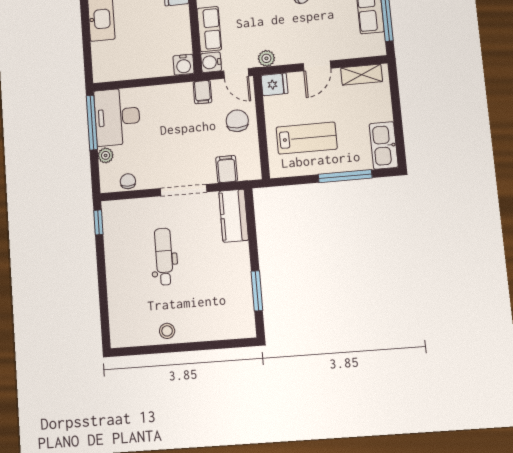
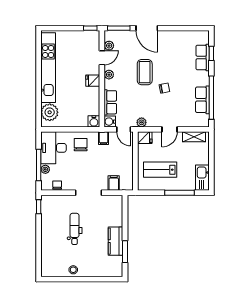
plant: (106, 56) -> (50, 112), added
chair: (237, 121) -> (81, 145), moved
window: (92, 123) -> (39, 165), moved
lab bench: (307, 138) -> (160, 170), turned 180
kitchen counter: (234, 216) -> (115, 241), moved

